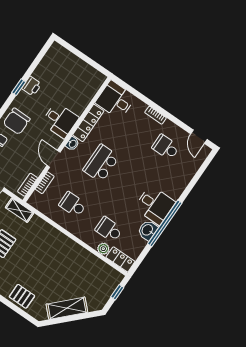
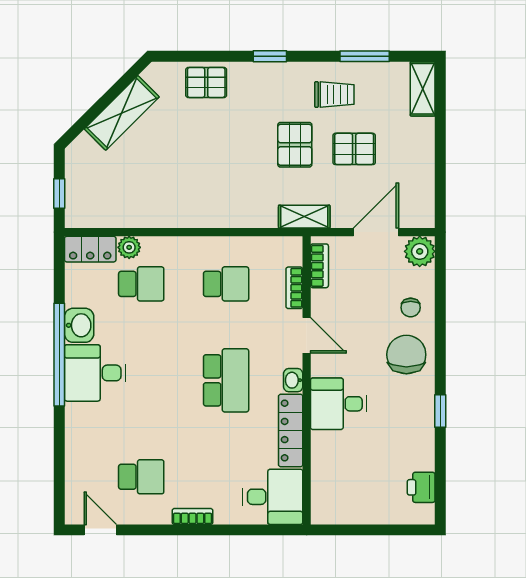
printer: (32, 86) -> (421, 487), moved

